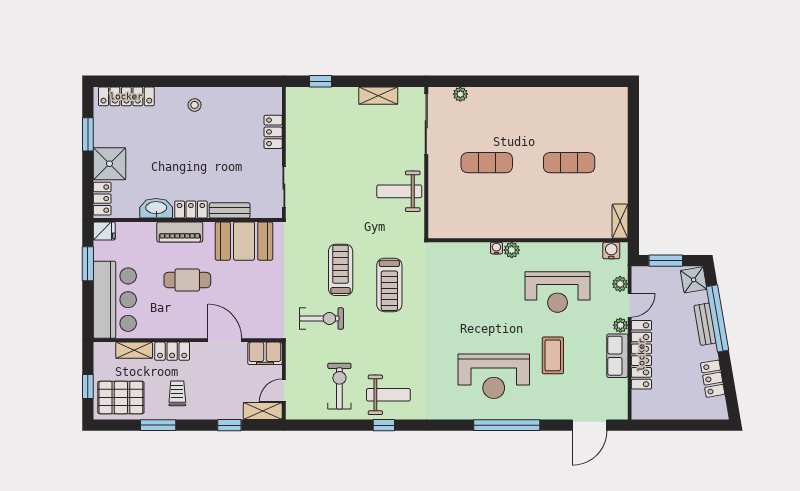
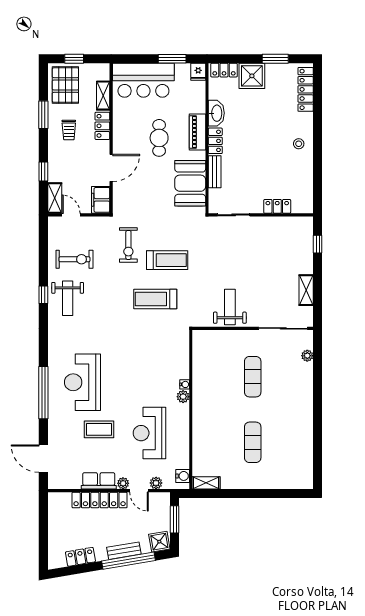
trolley: (177, 393) -> (69, 130), turned 90

